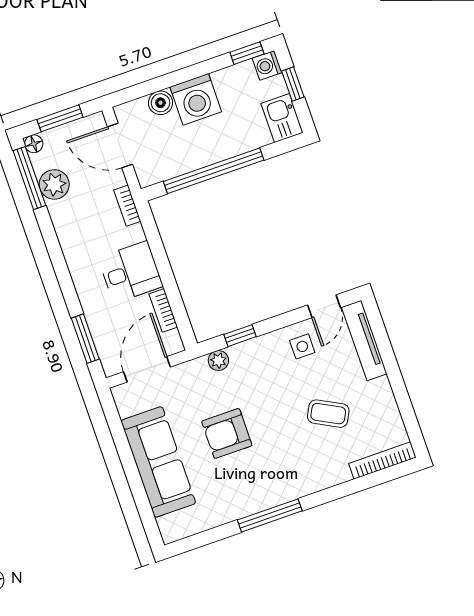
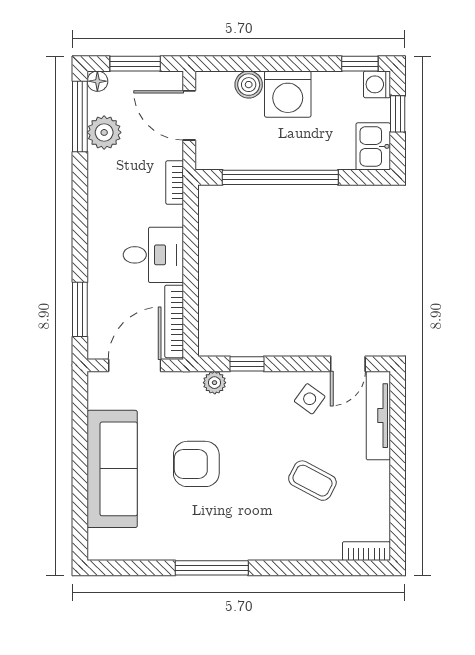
bookcase: (163, 310) -> (174, 321), width x1.56
side table: (302, 346) -> (310, 399), turned 36
bookcase: (382, 461) -> (366, 551), width x0.64

